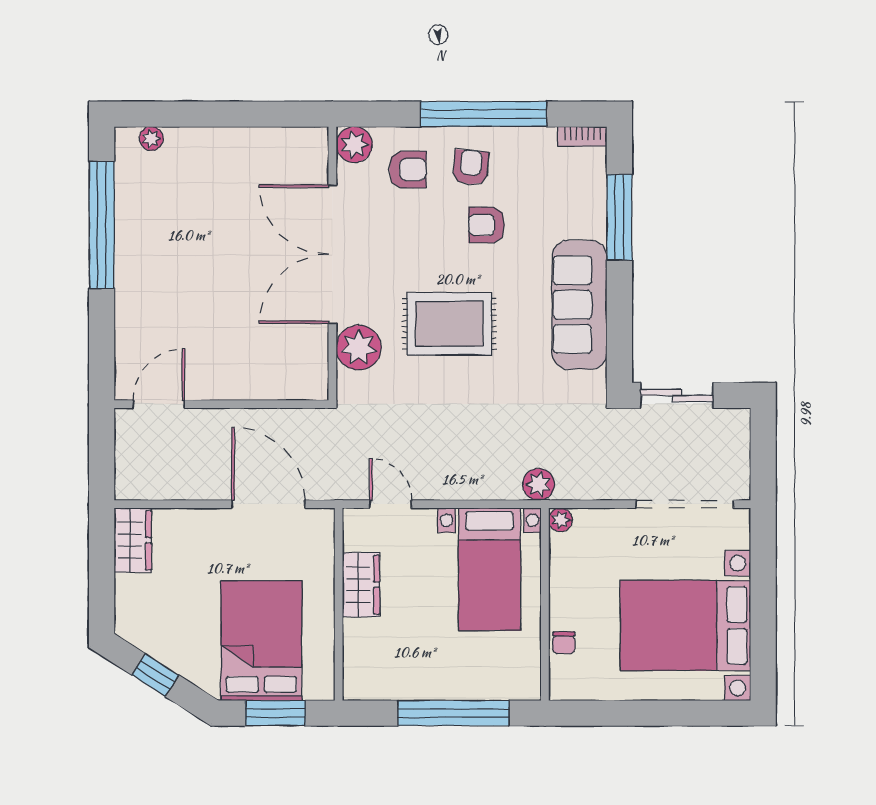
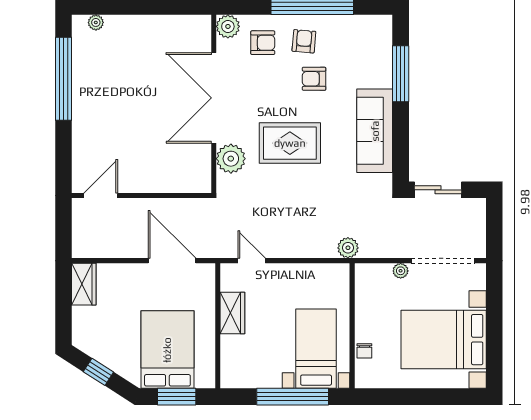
bookcase: (582, 136) -> (376, 21), removed
plant: (561, 520) -> (401, 271), moved
bed with nightstands: (490, 569) -> (316, 349), moved, turned 180

